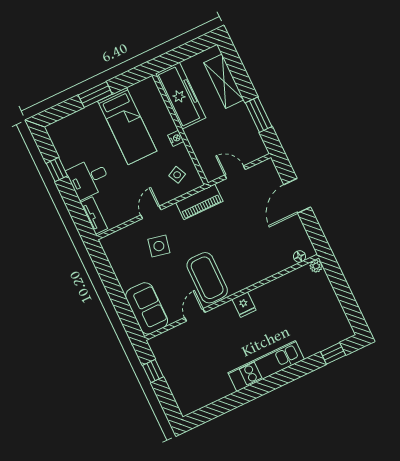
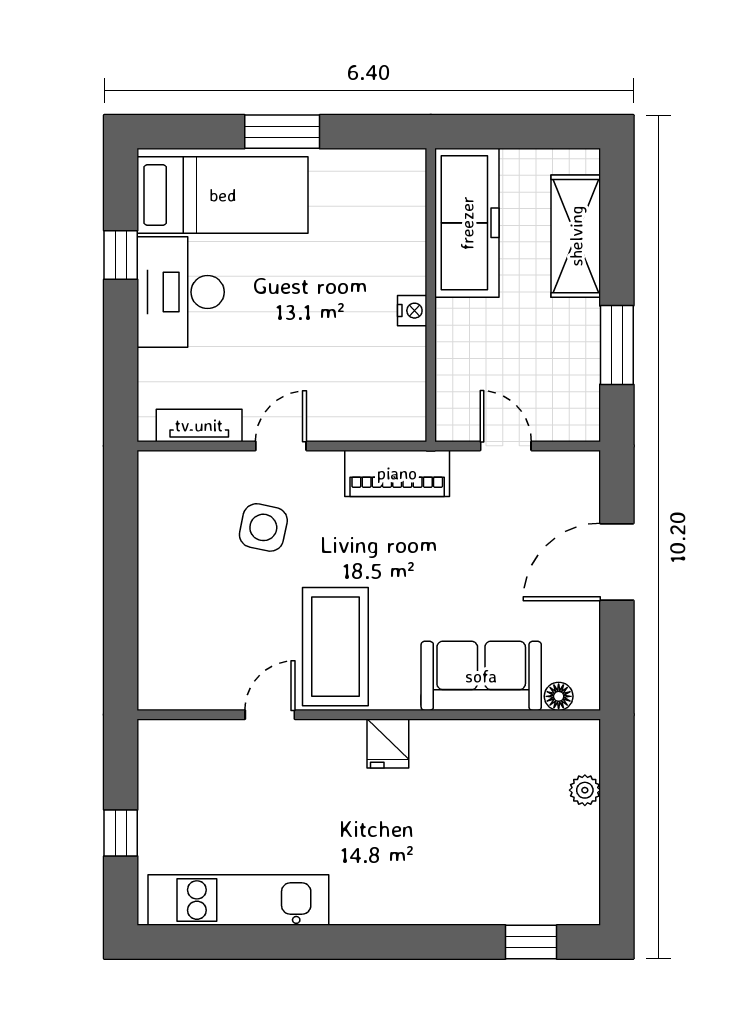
bed: (127, 126) -> (223, 195), moved, turned -90
side table: (177, 175) -> (377, 391), removed
desk: (89, 178) -> (181, 292), width x1.37
tv unit: (94, 215) -> (199, 425), moved, turned -90
plant: (316, 266) -> (585, 790), moved
sofa: (147, 308) -> (481, 676), moved, turned -90
kitchen unit: (266, 366) -> (238, 900), moved
window: (153, 371) -> (121, 833), moved

